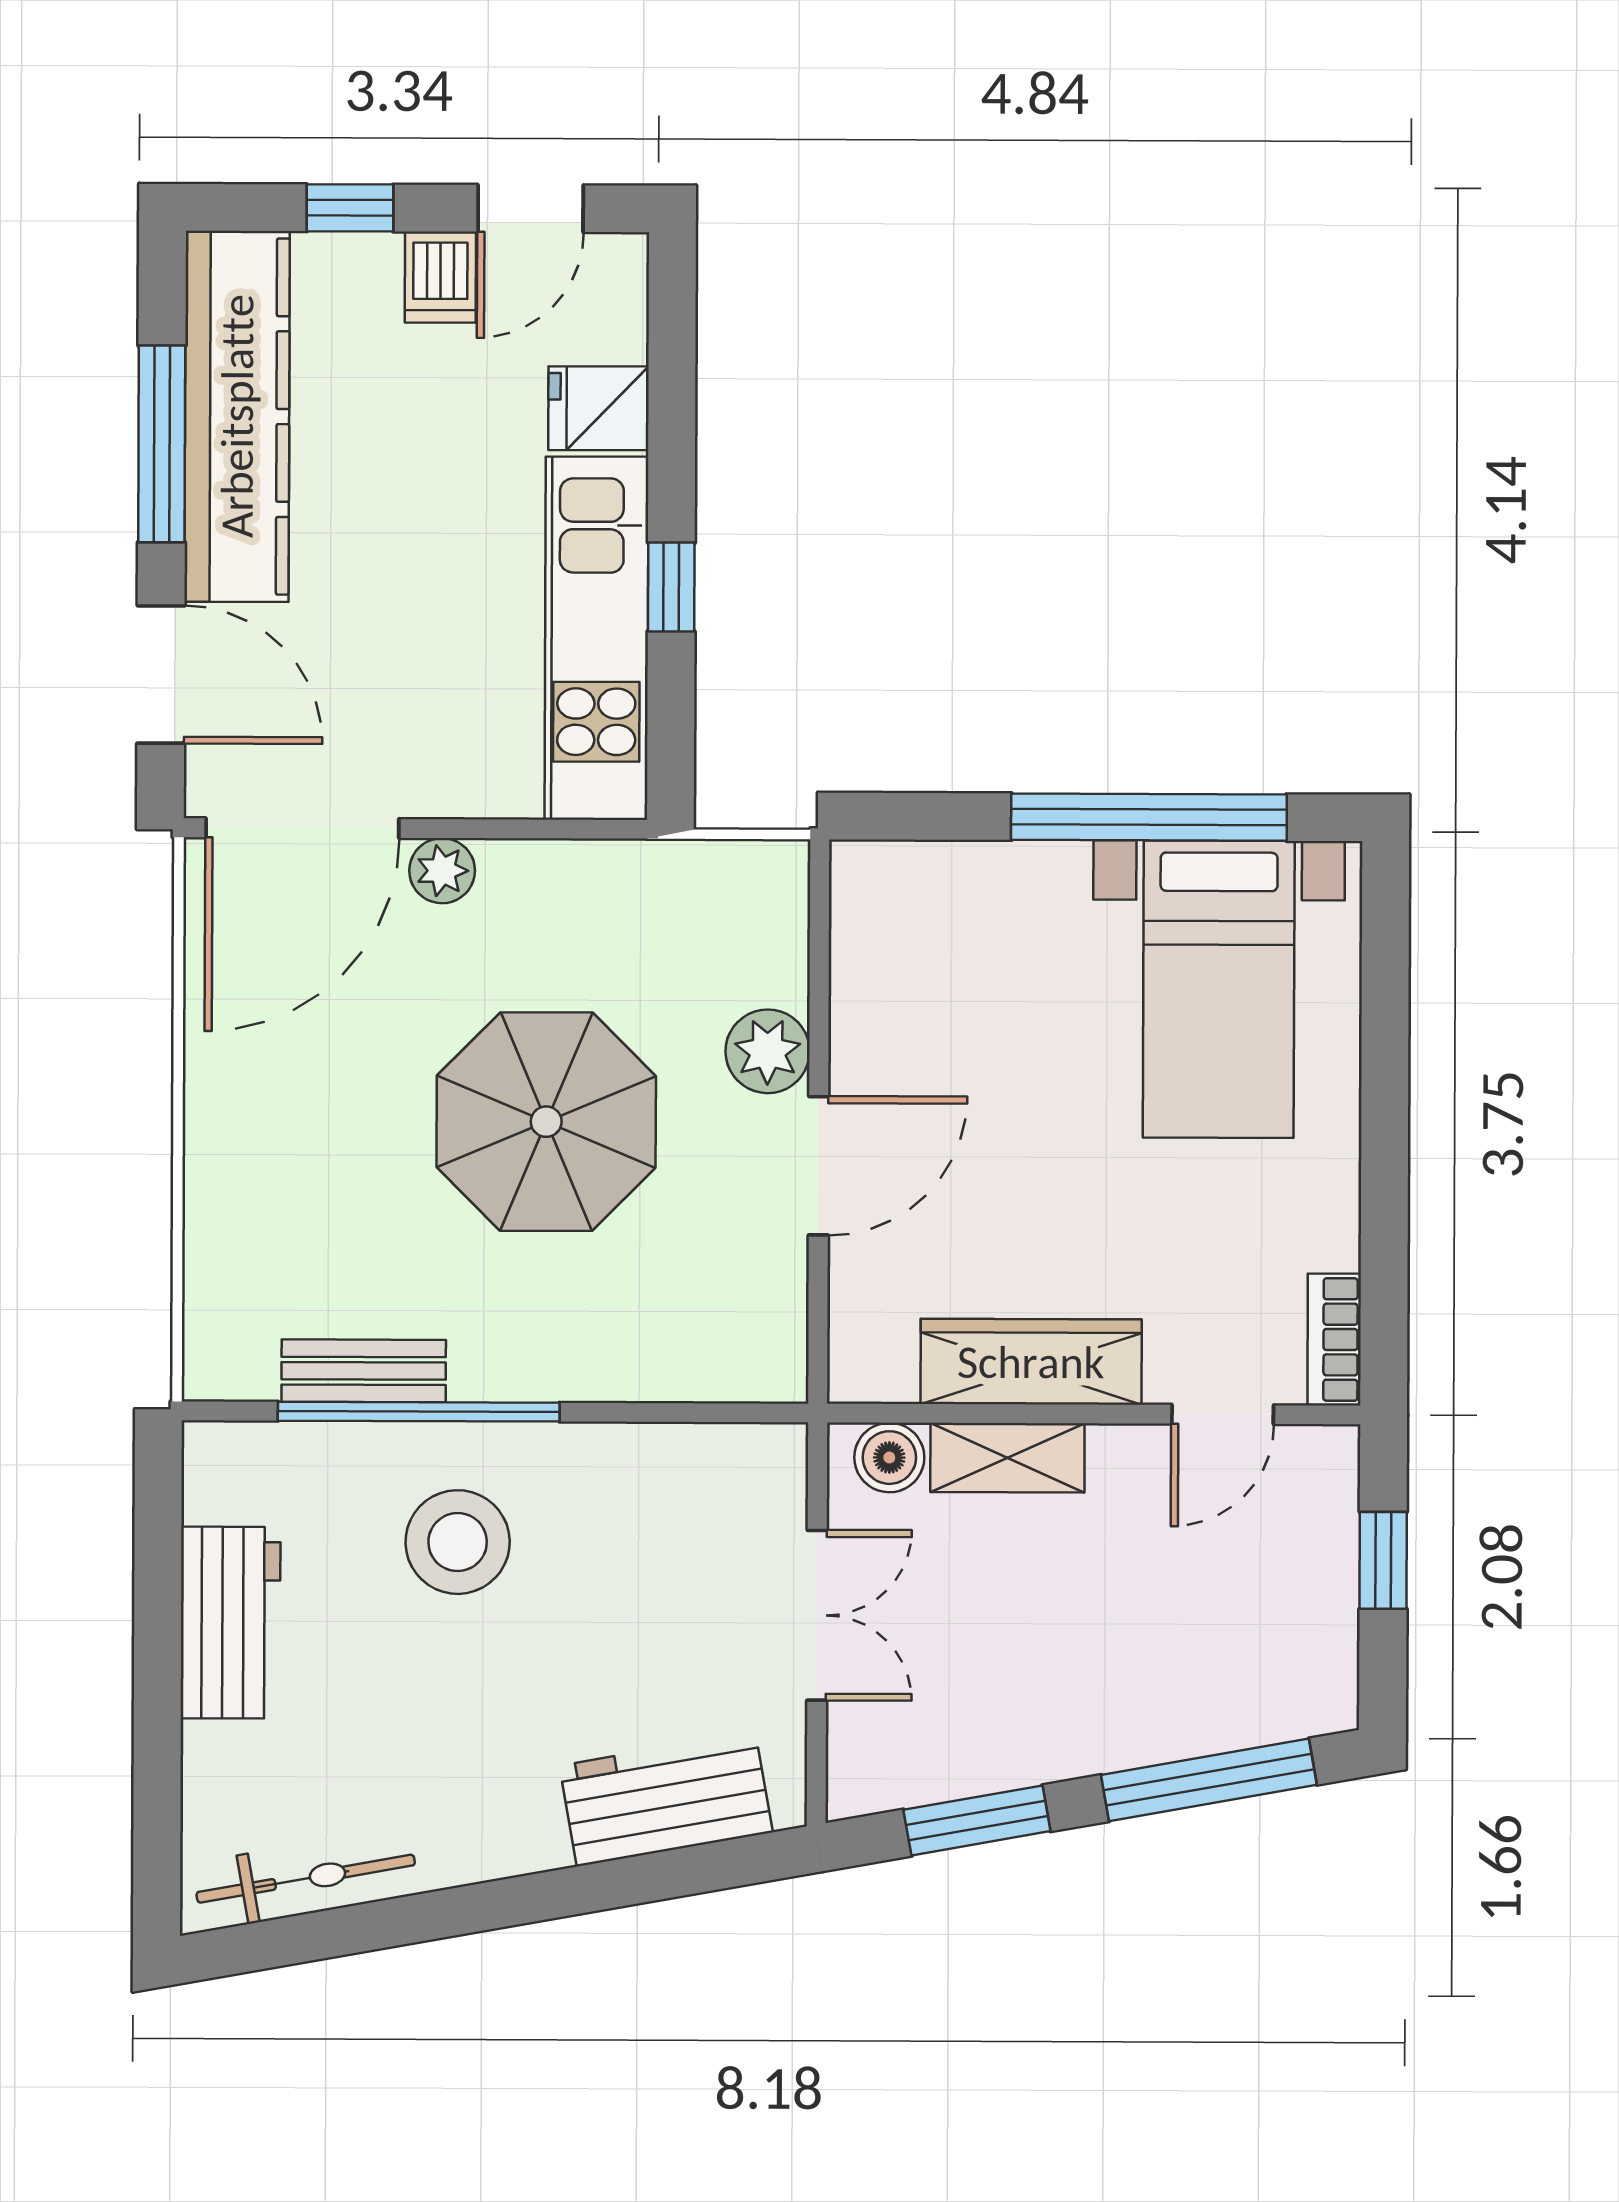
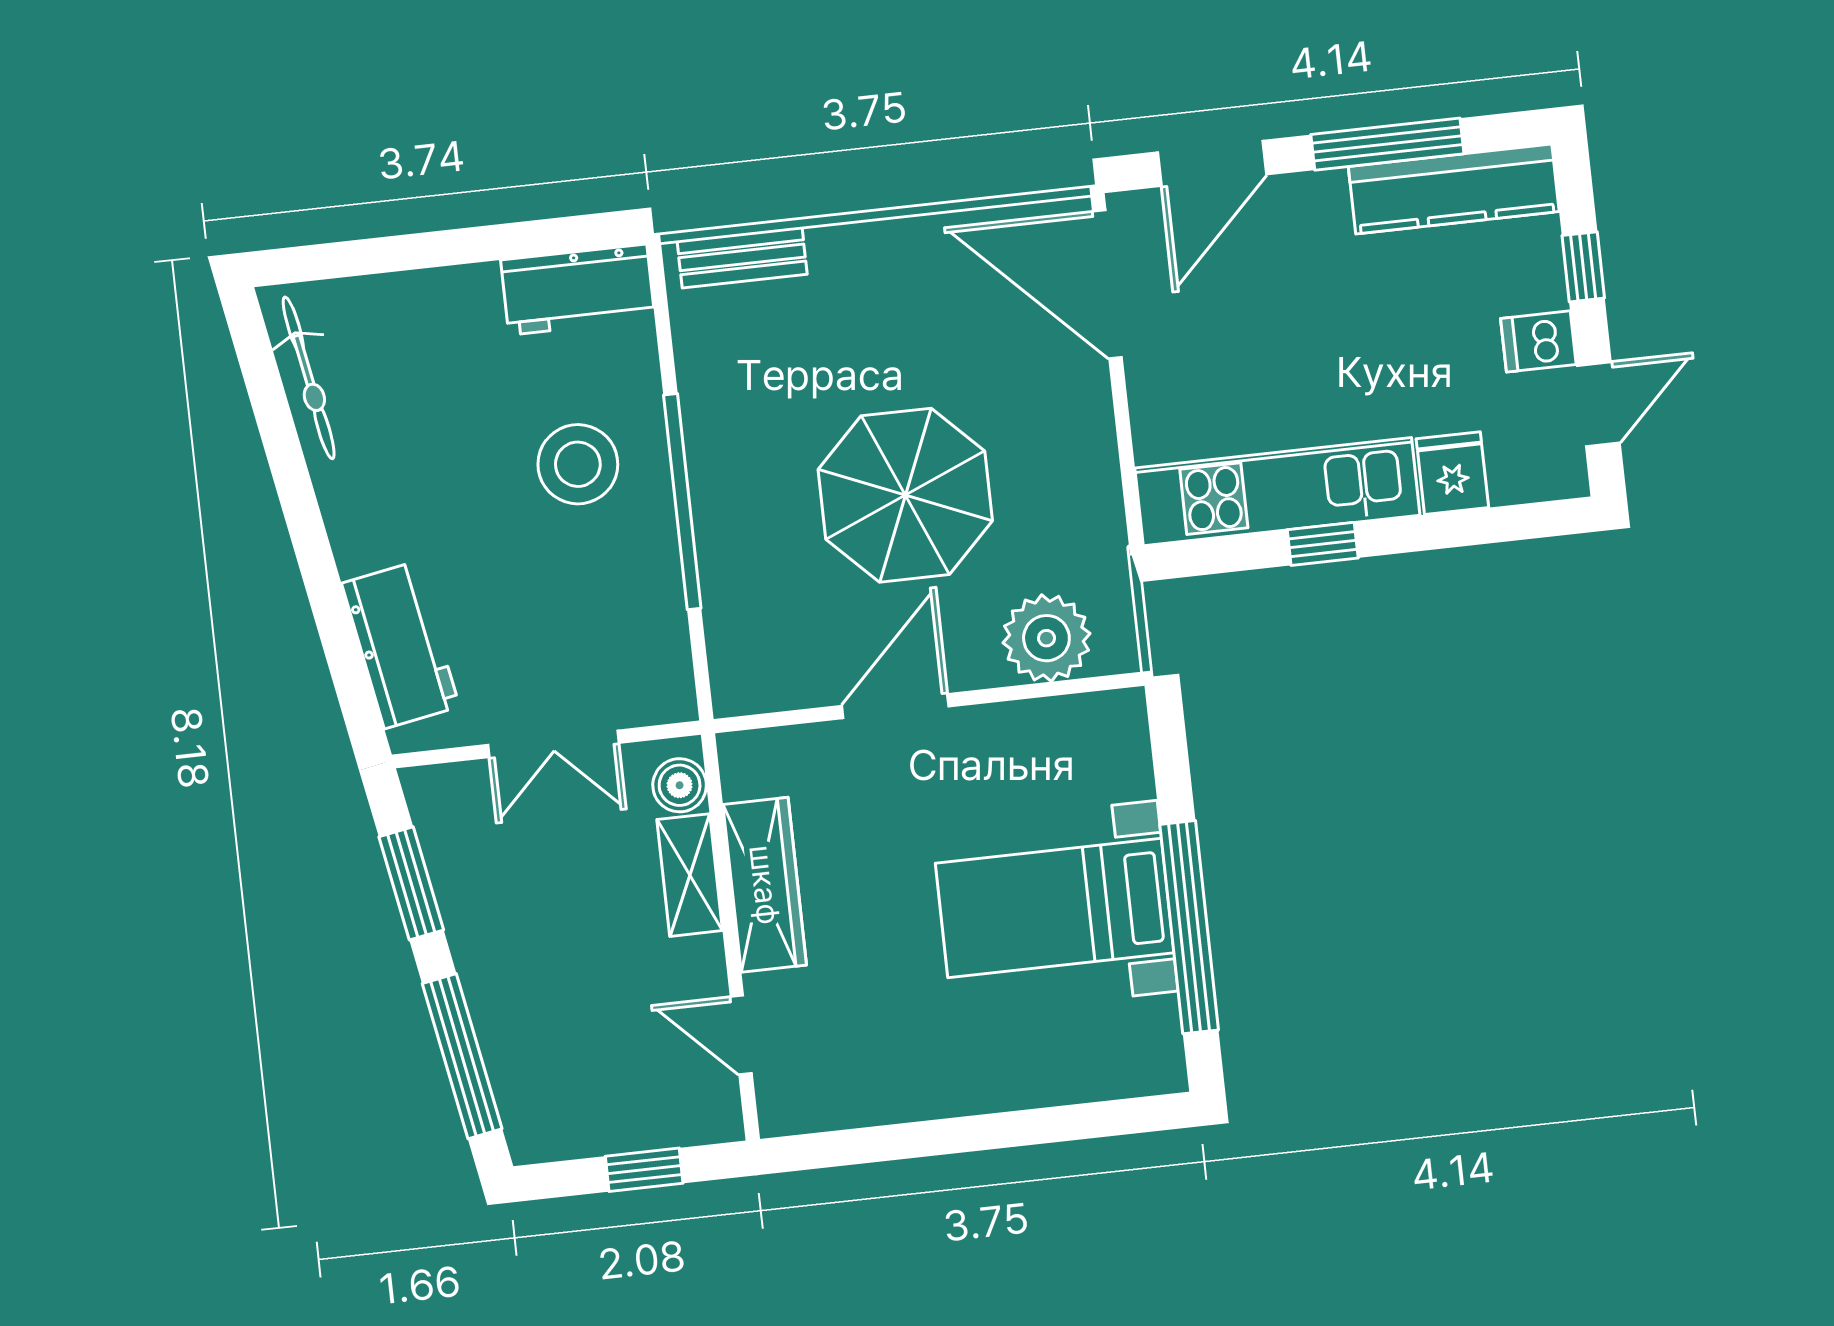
door: (531, 208) -> (1598, 404), swing flipped
kitchen counter: (237, 416) -> (1454, 189), width x0.72, depth x0.86
plant: (442, 871) -> (1087, 394), removed
bed with nightstands: (1219, 989) -> (1055, 908), moved
plant: (768, 1051) -> (1046, 638), moved, width x1.36, depth x1.36
door: (819, 1166) -> (895, 706), swing flipped
bookcase: (1334, 1339) -> (808, 1113), removed
bench: (364, 1371) -> (742, 257), moved, turned 90
window: (419, 1412) -> (682, 502), moved
workbench: (230, 1623) -> (578, 290), moved

